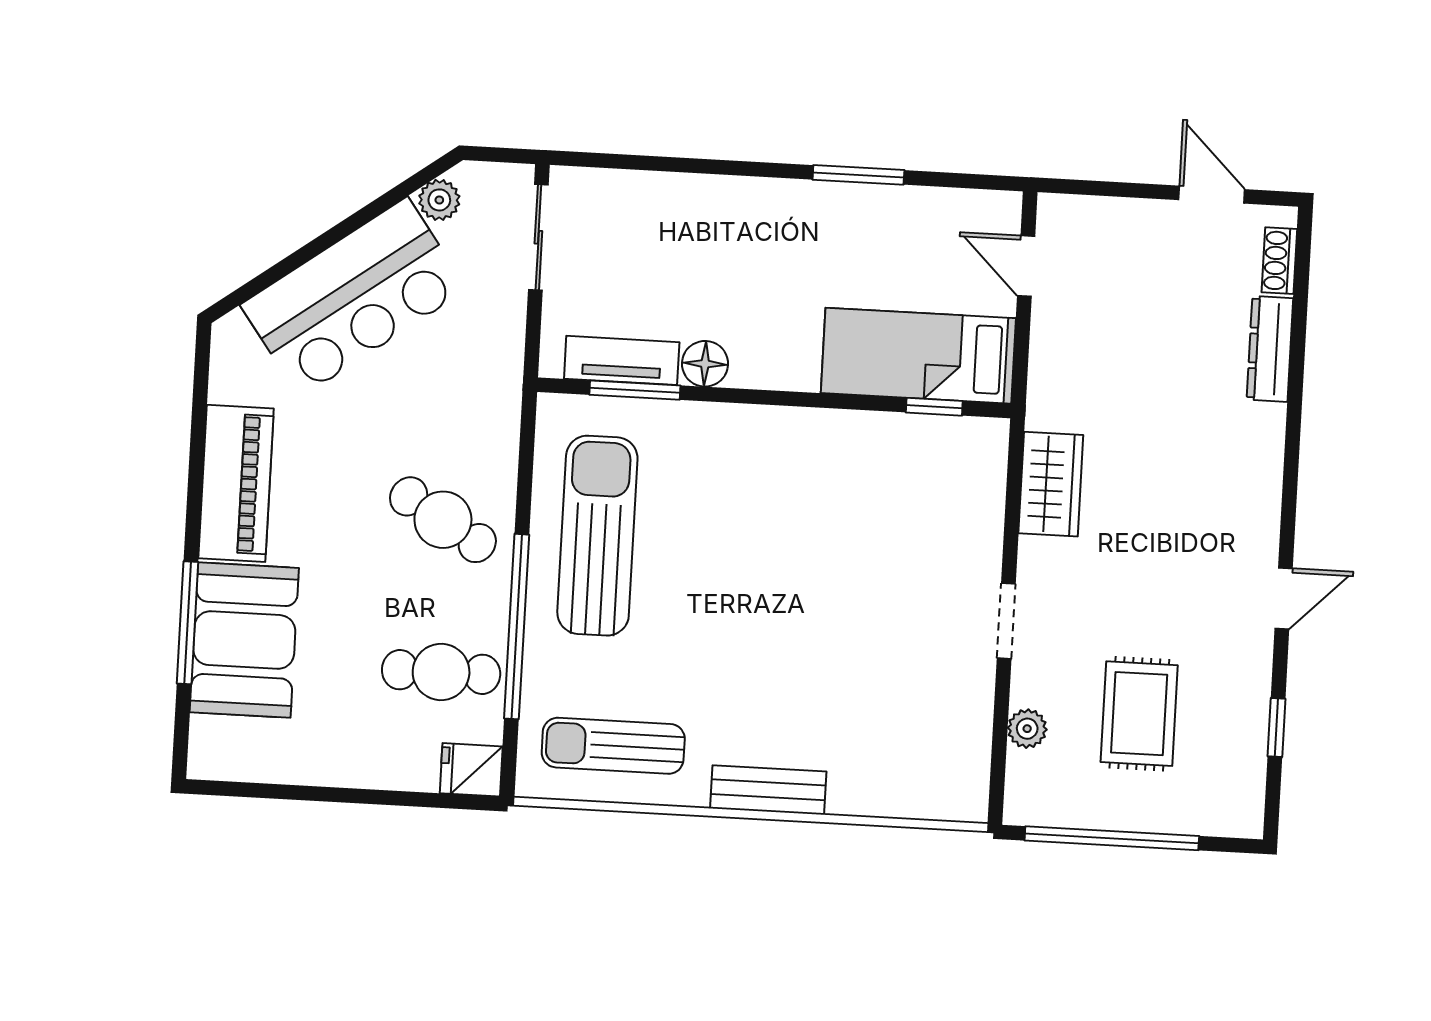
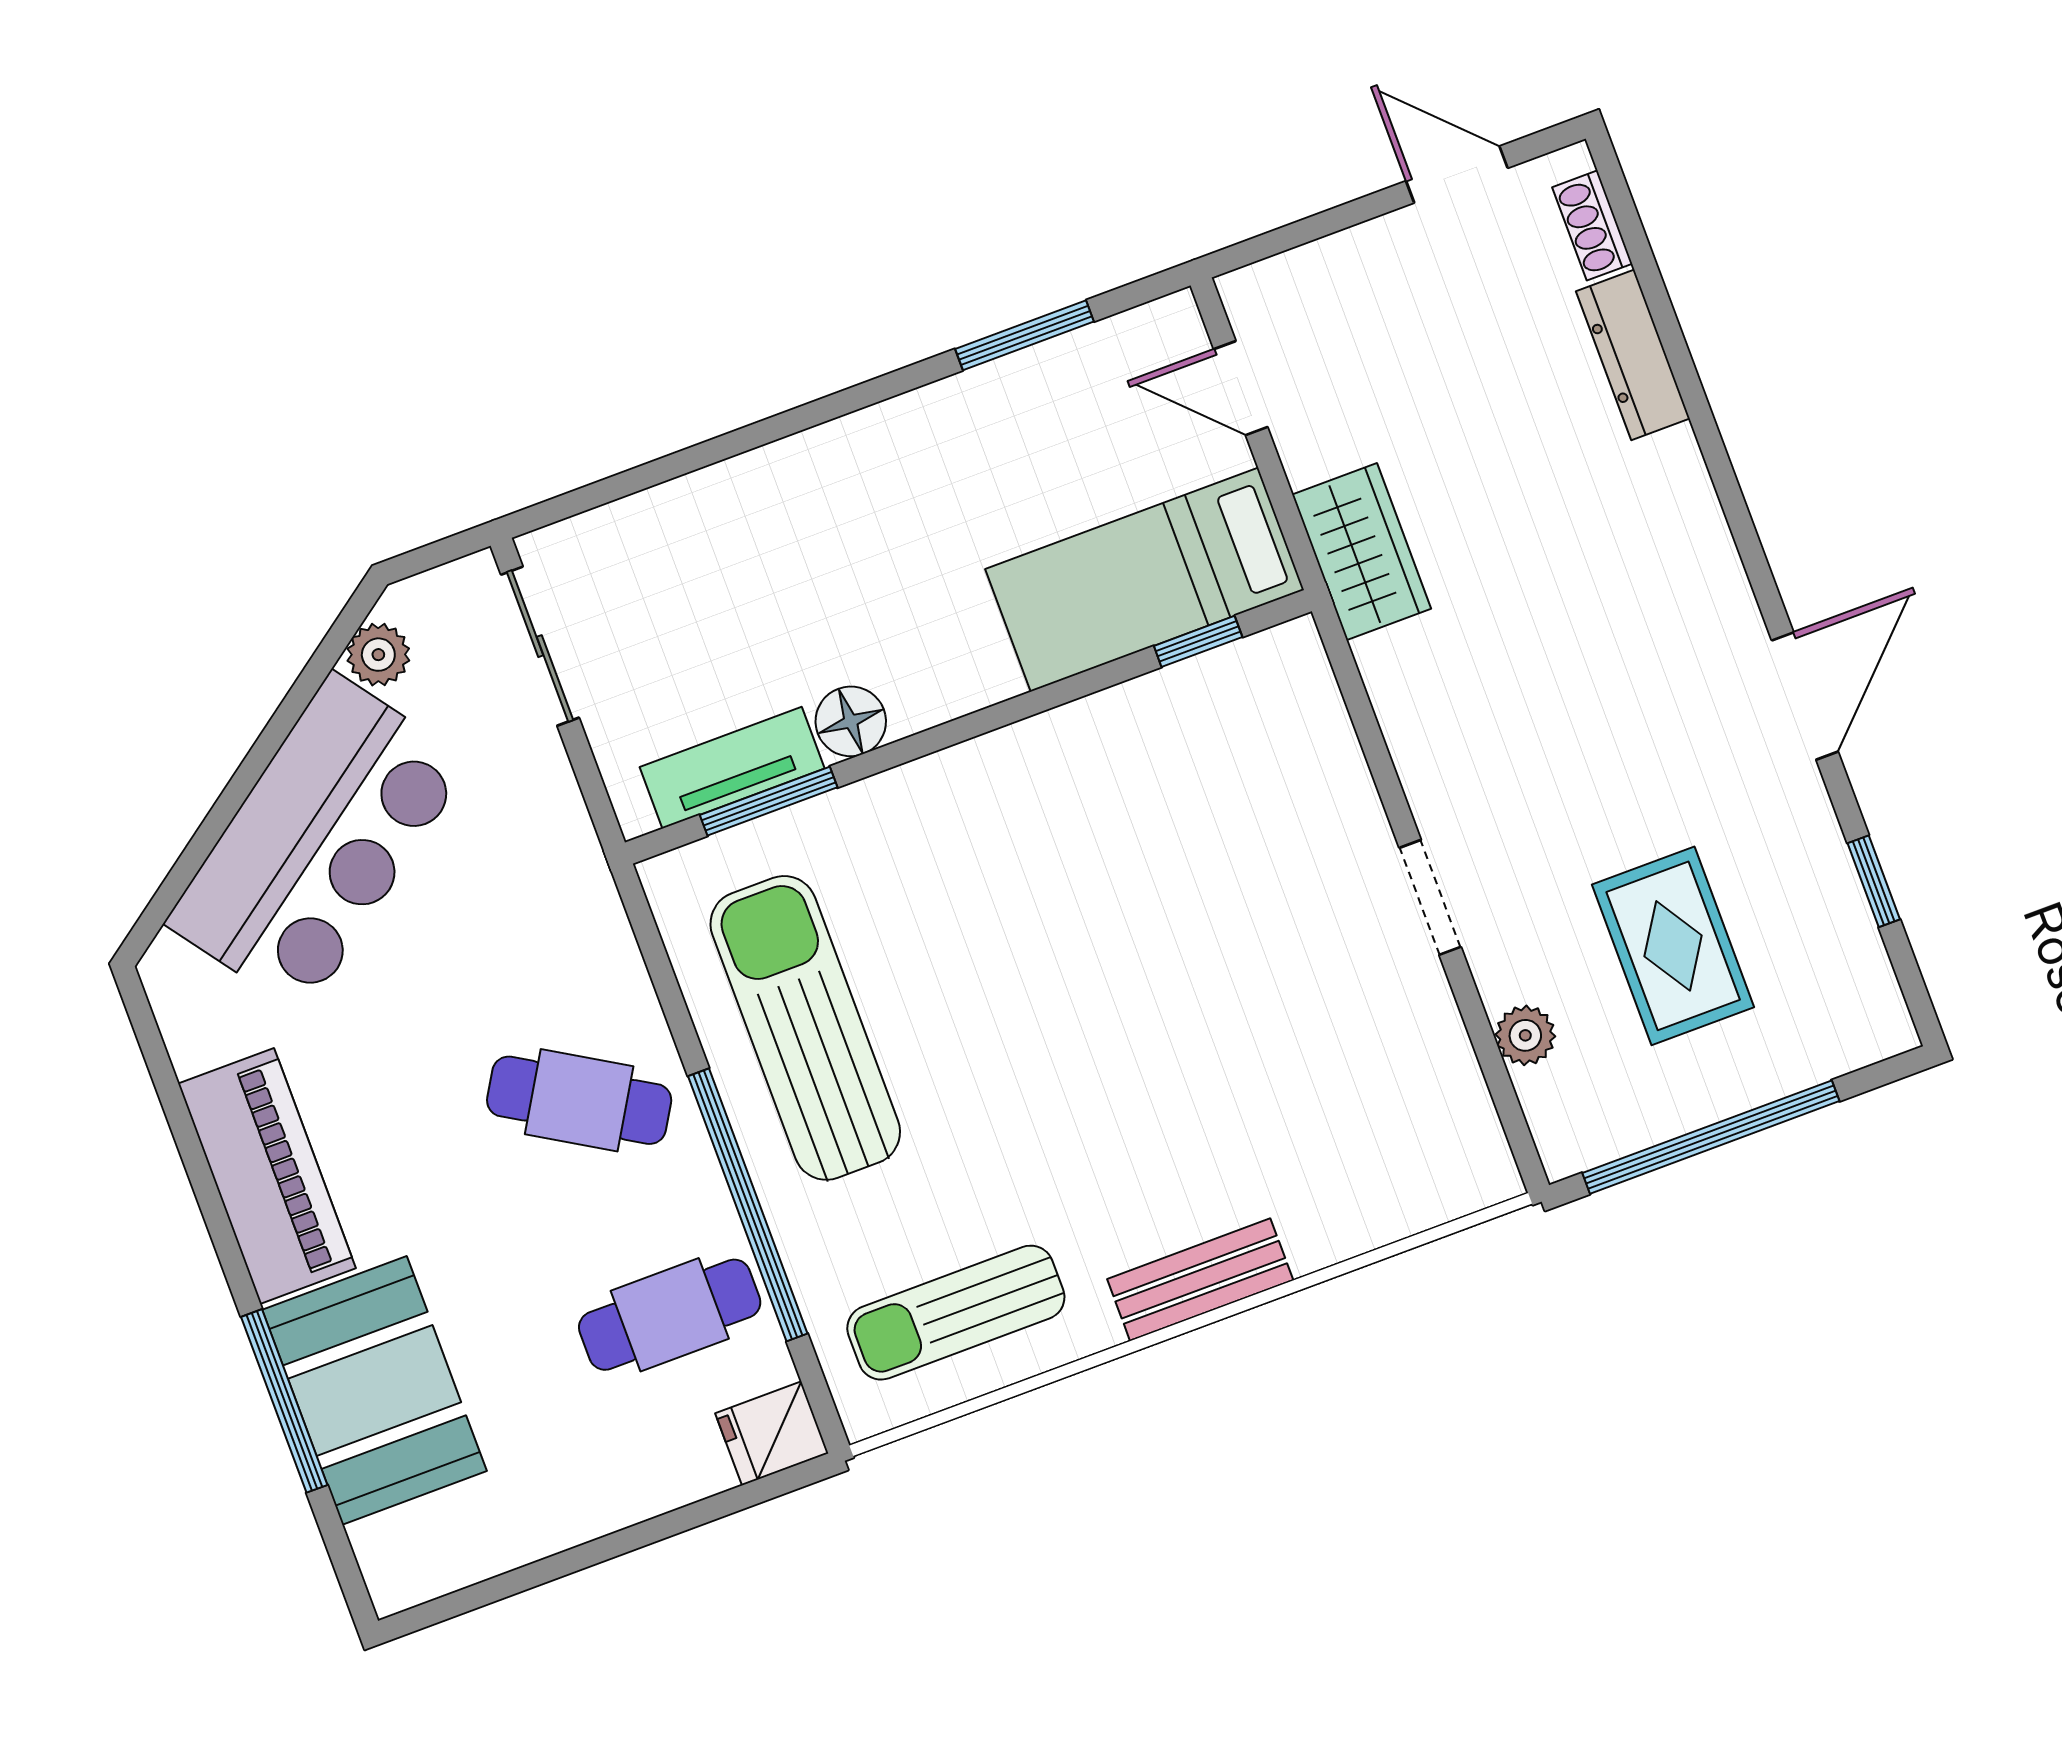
window: (858, 175) -> (1025, 335), moved
wardrobe: (1051, 484) -> (1362, 552), moved
door: (1284, 598) -> (1805, 696), width x1.38

